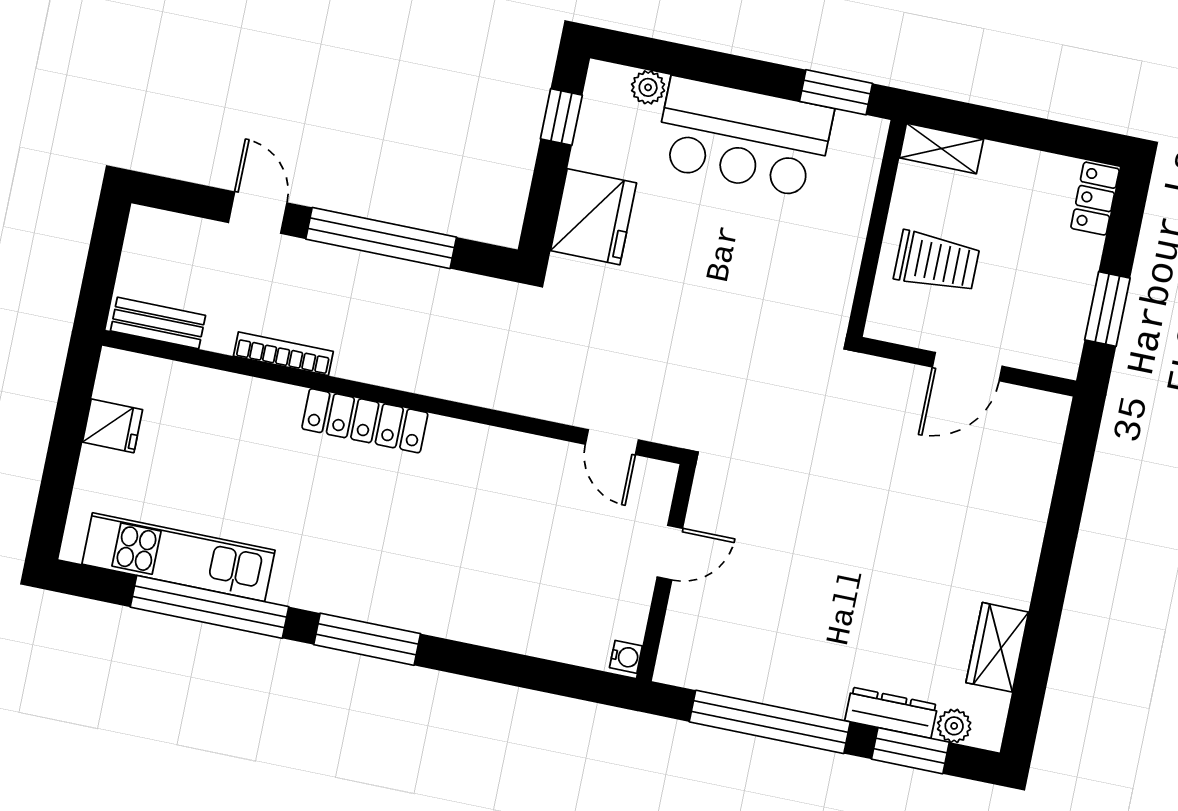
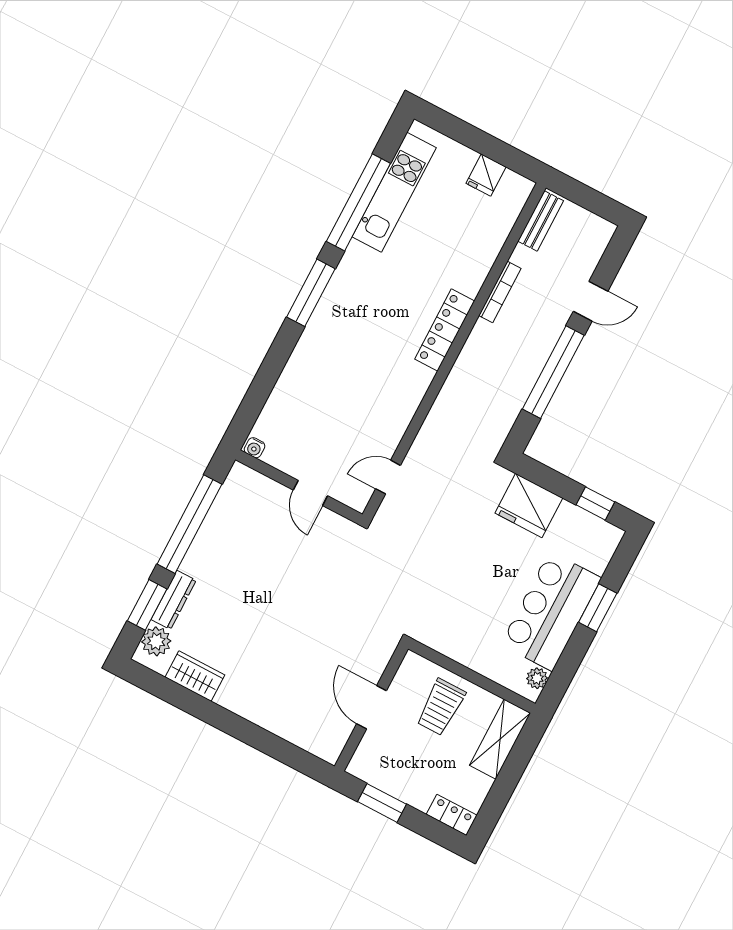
plant: (648, 87) -> (537, 678), moved
window: (836, 92) -> (598, 608), moved
shelving: (941, 149) -> (500, 739), width x1.50, depth x1.33
plant: (954, 726) -> (156, 641), width x1.38, depth x1.38

